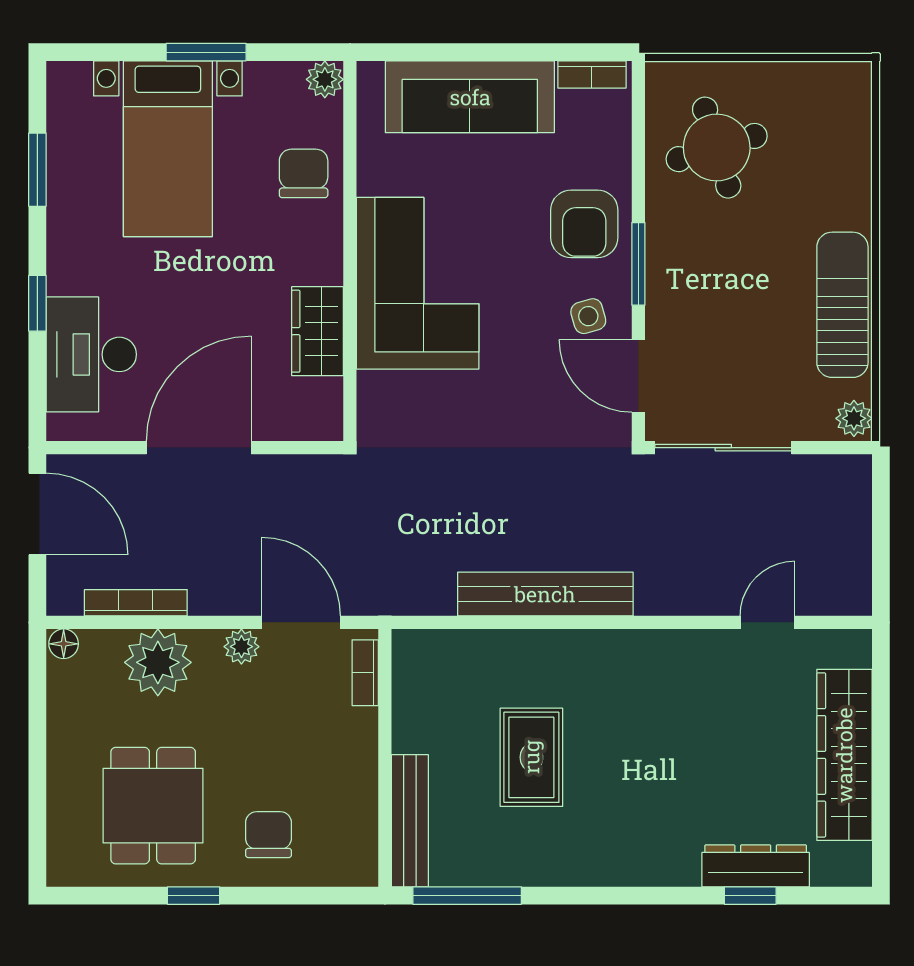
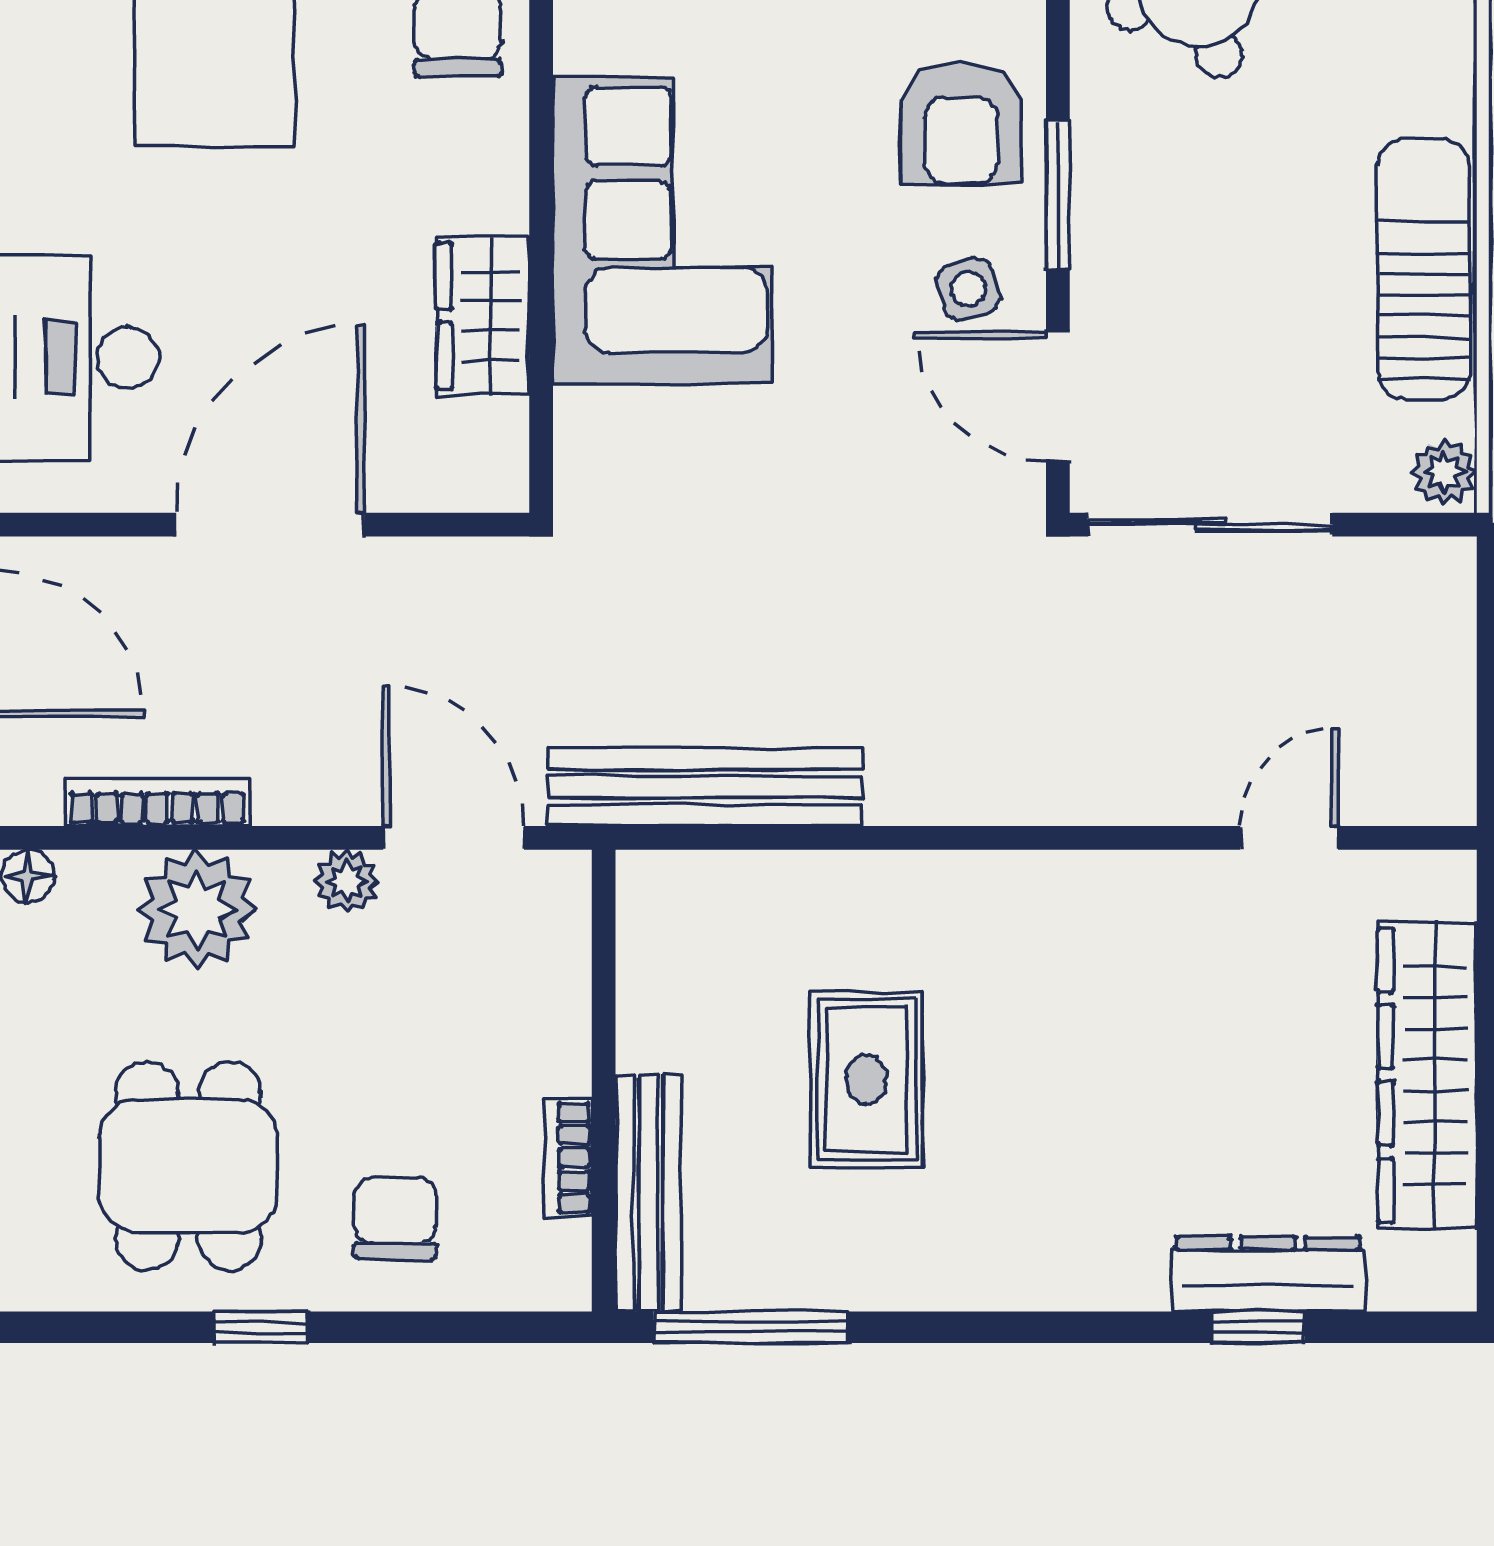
bench: (545, 594) -> (704, 787), moved
bookcase: (365, 673) -> (568, 1158), moved

